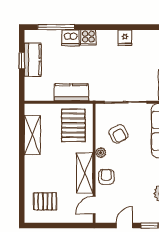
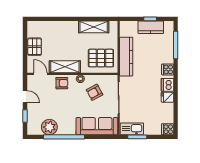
dishwasher: (70, 38) -> (167, 85), moved
kitchen counter: (71, 92) -> (126, 57), width x1.50
pallet: (45, 201) -> (35, 47), moved

